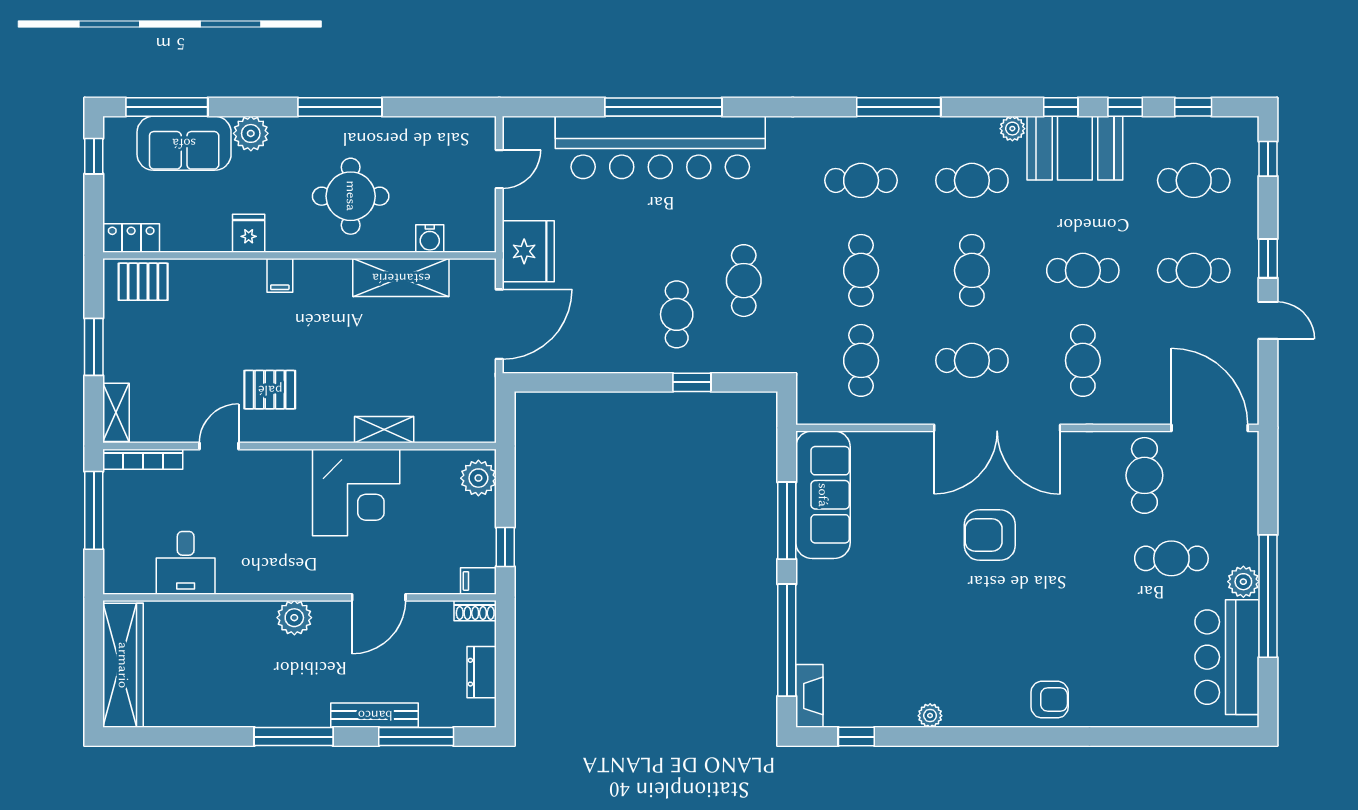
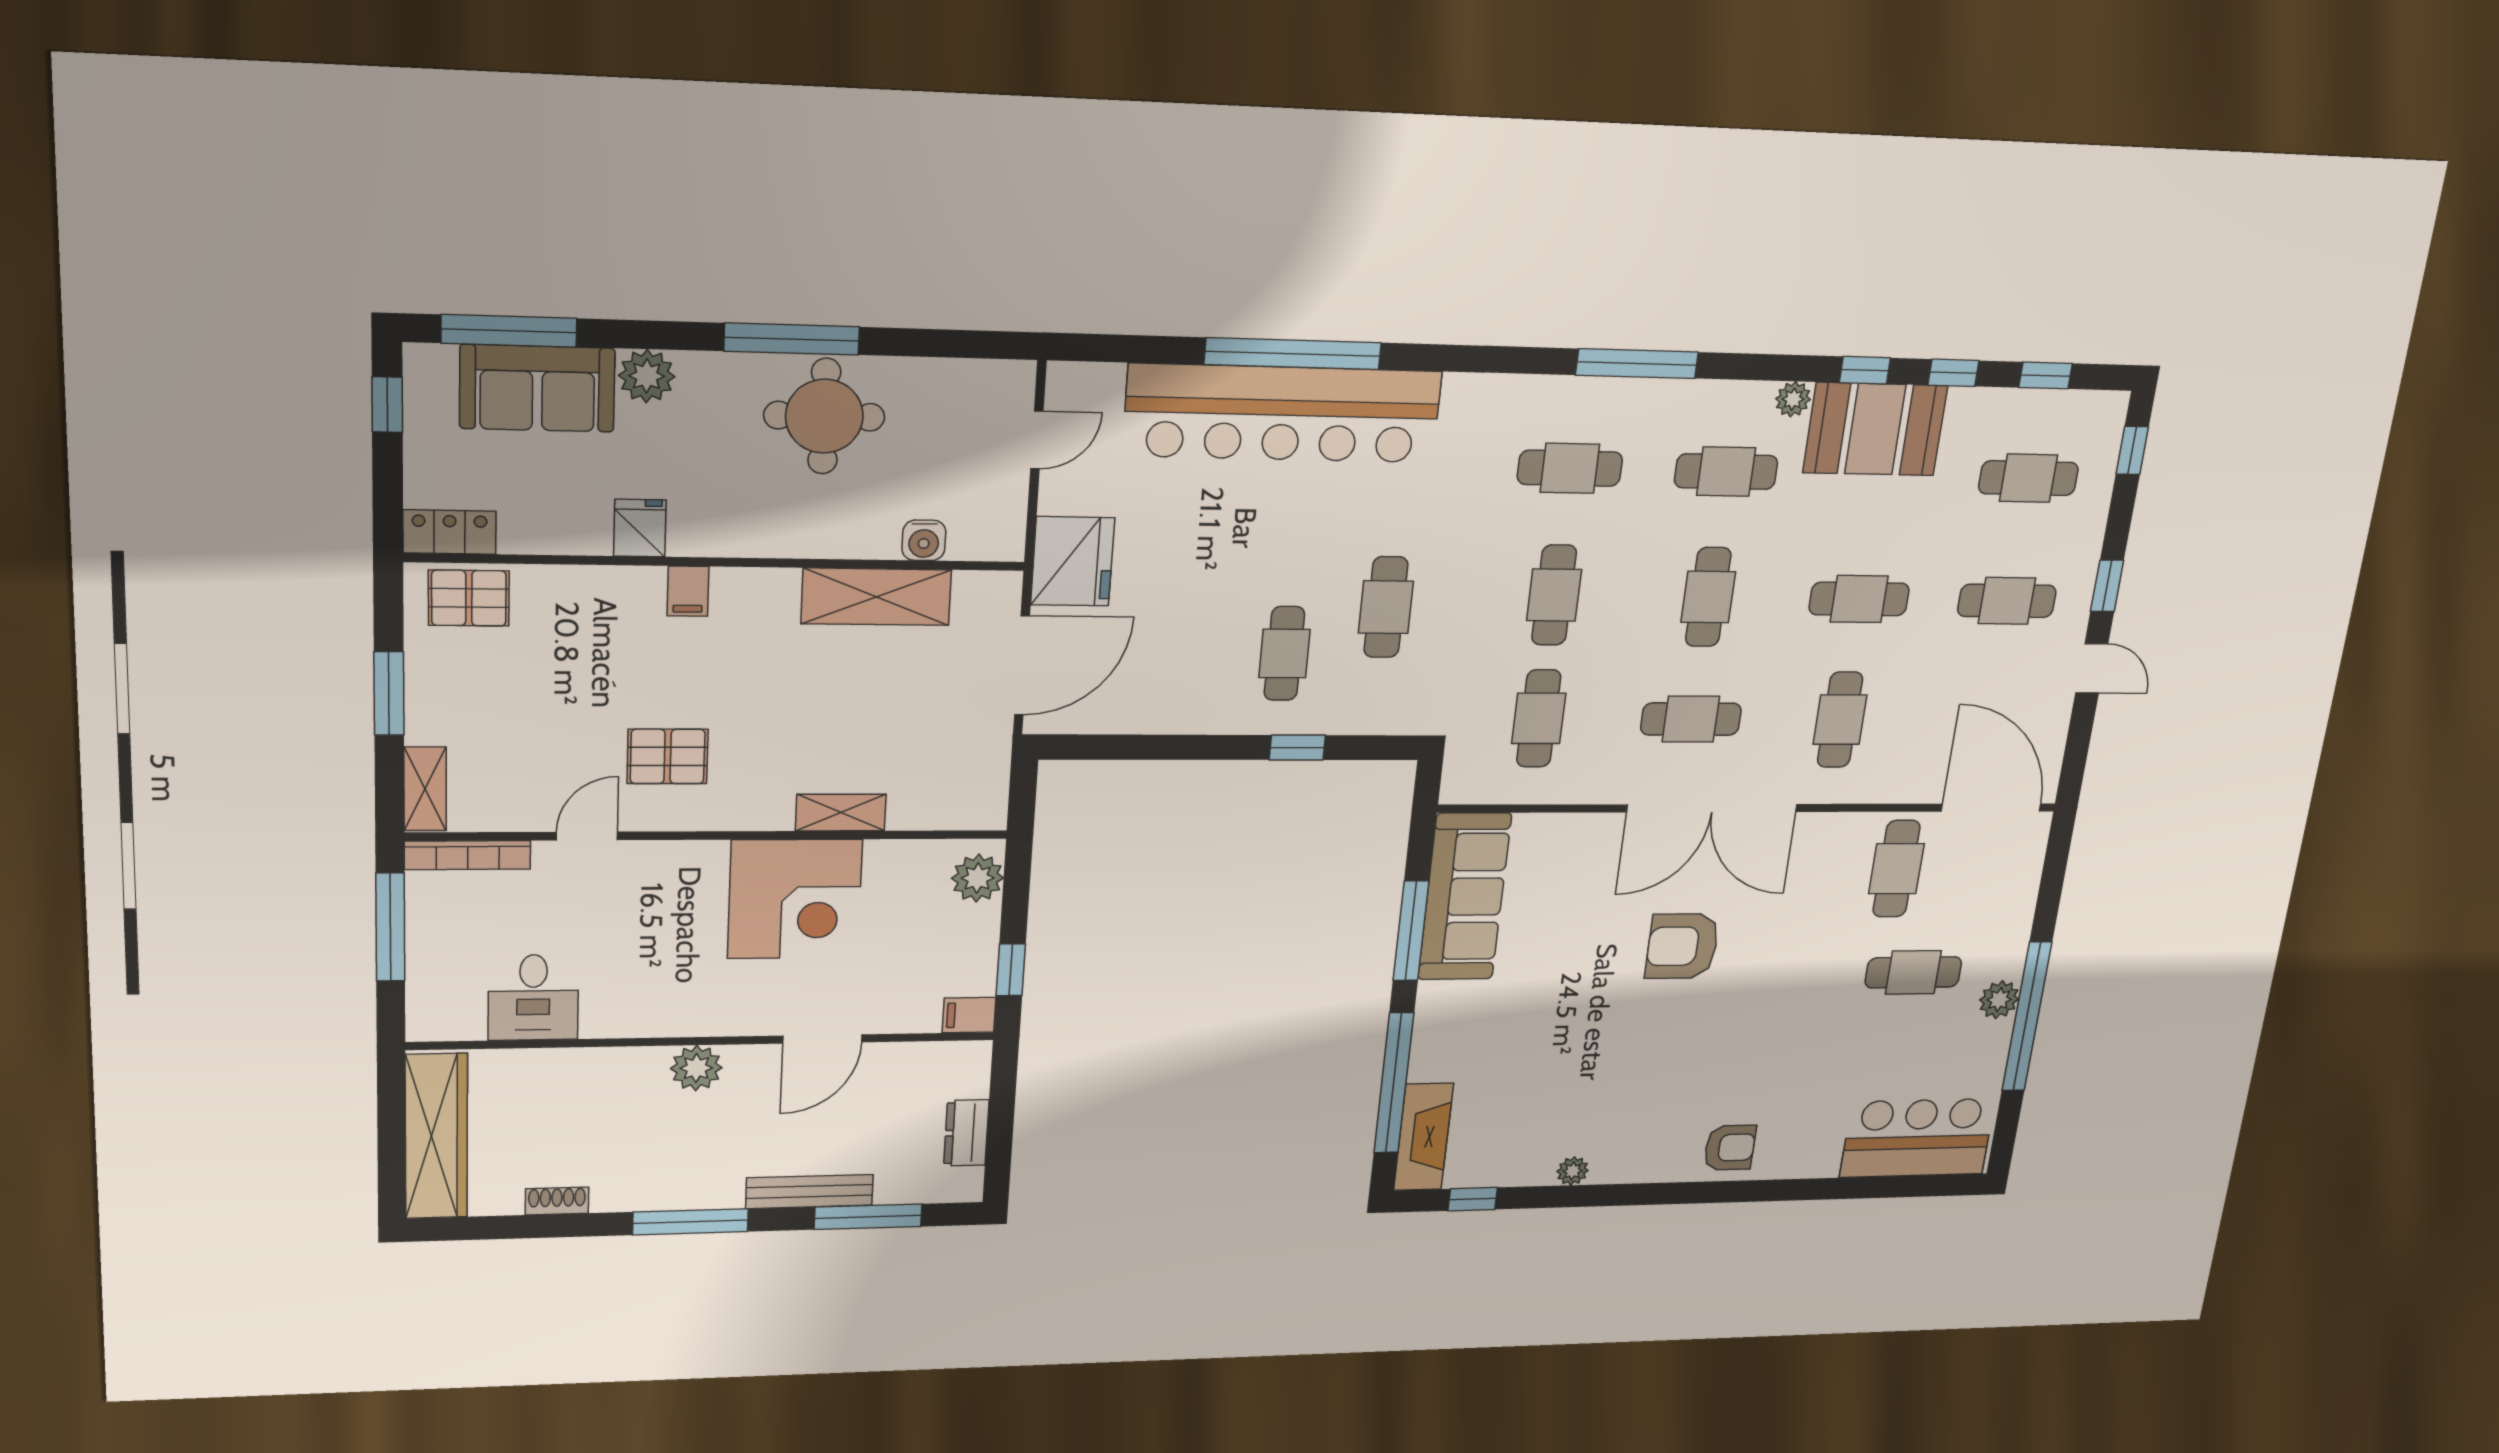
round table: (351, 196) -> (824, 416), moved
shoe rack: (475, 611) -> (557, 1201), moved, turned 180
bar counter: (1227, 657) -> (1917, 1138), moved, turned 90
fireplace: (809, 696) -> (1424, 1137), width x1.37, depth x1.32

